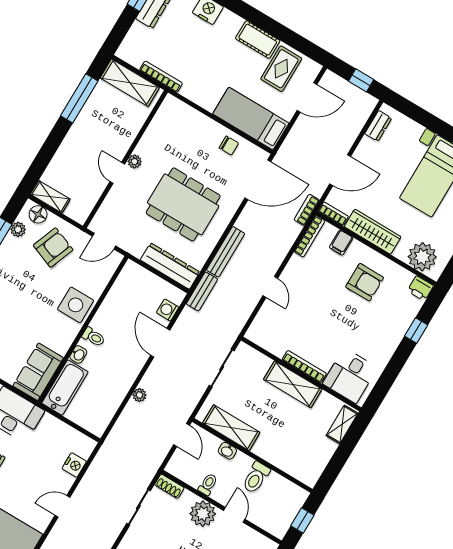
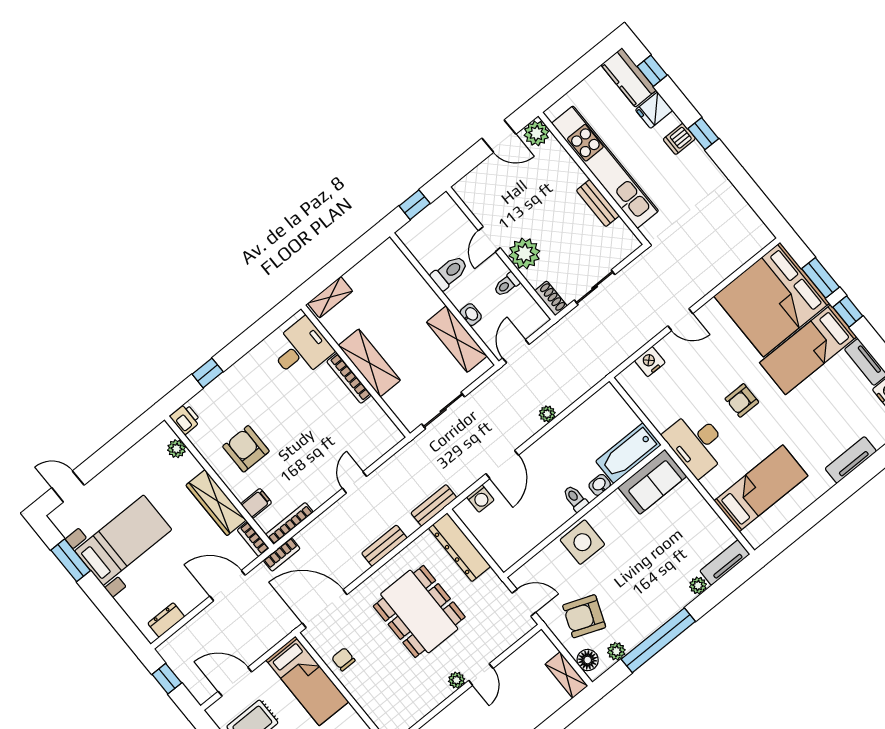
bench: (226, 252) -> (384, 546), width x0.73
plant: (422, 257) -> (177, 449), width x0.53, depth x0.53

